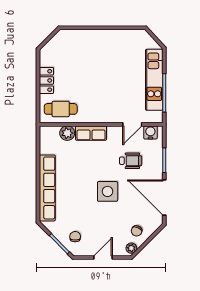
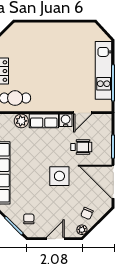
water cooler: (150, 132) -> (66, 120), moved

